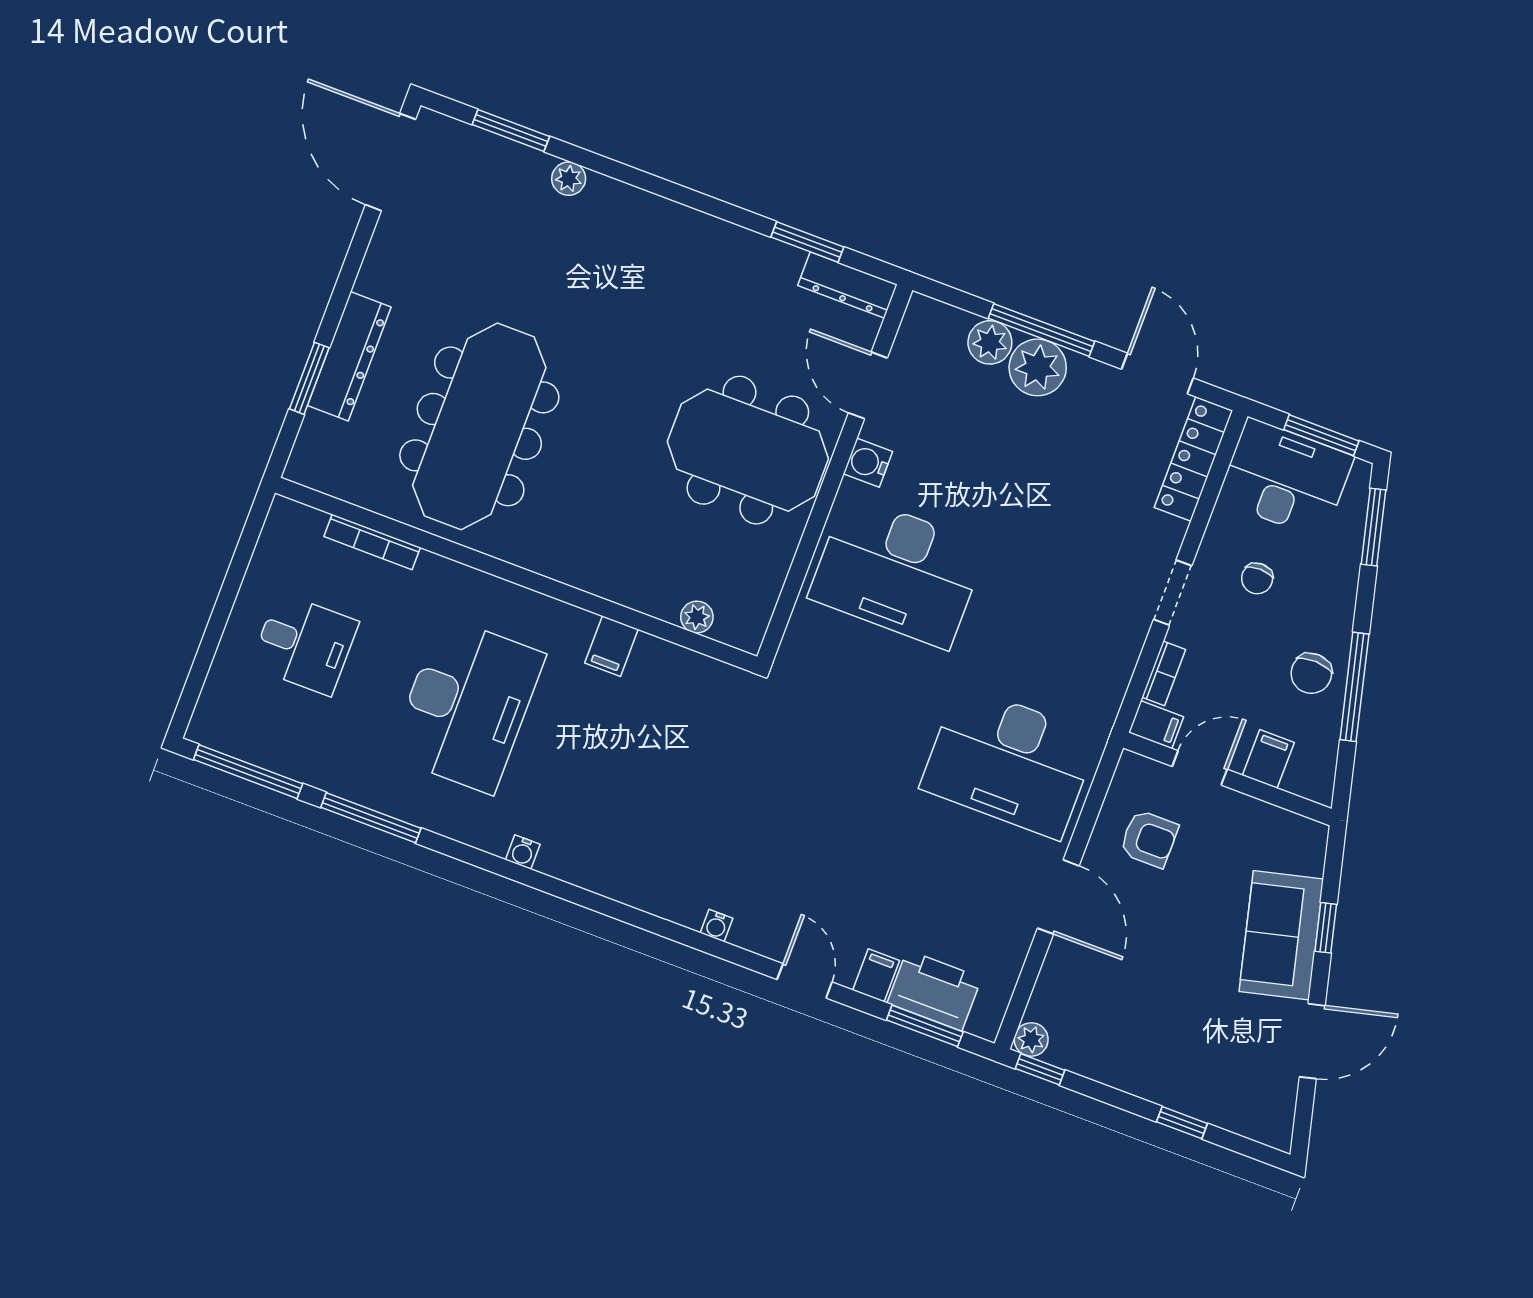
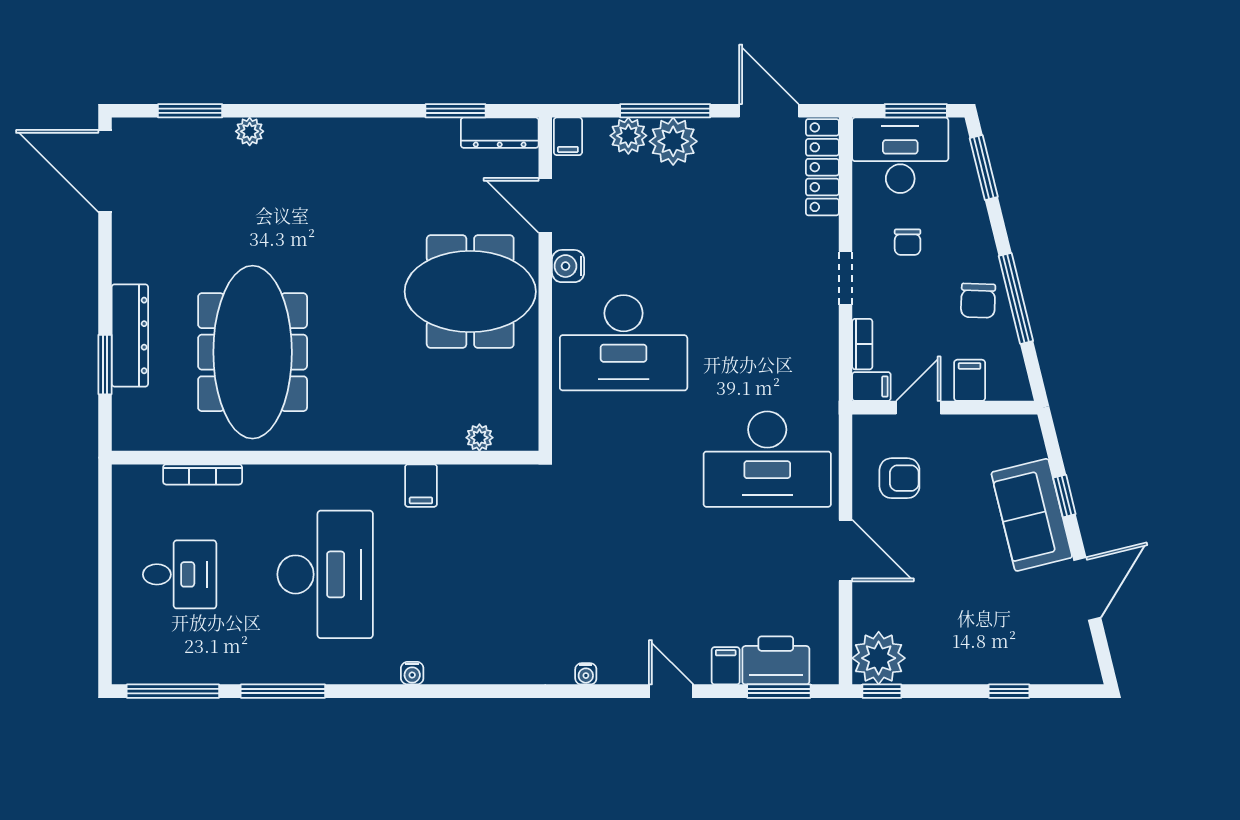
filing cabinet: (922, 318) -> (568, 136), added
plant: (1031, 1039) -> (879, 658), width x1.88, depth x1.88

